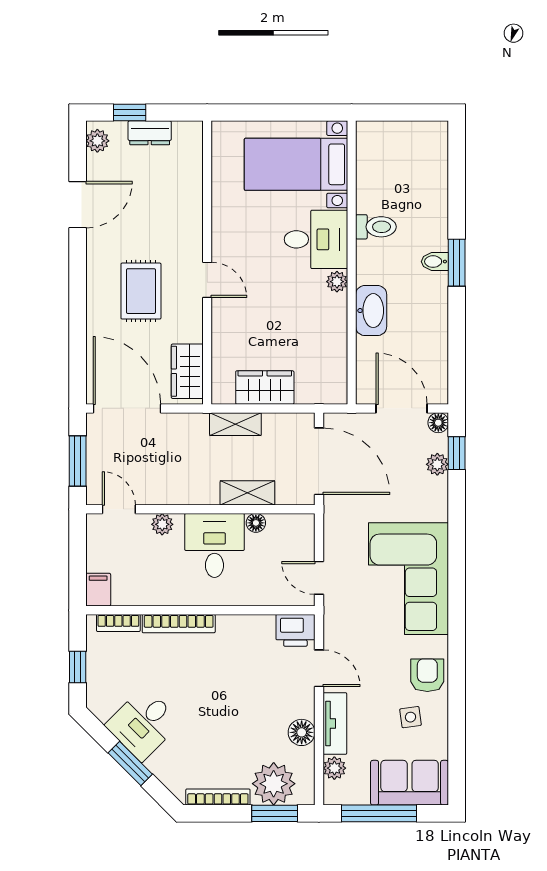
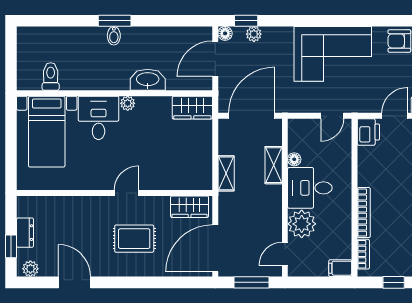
toilet: (376, 227) -> (51, 76), moved
wardrobe: (265, 388) -> (192, 108), moved, turned -90
plant: (162, 524) -> (302, 224), width x1.87, depth x1.87

